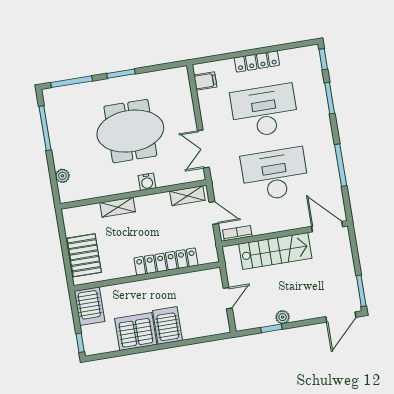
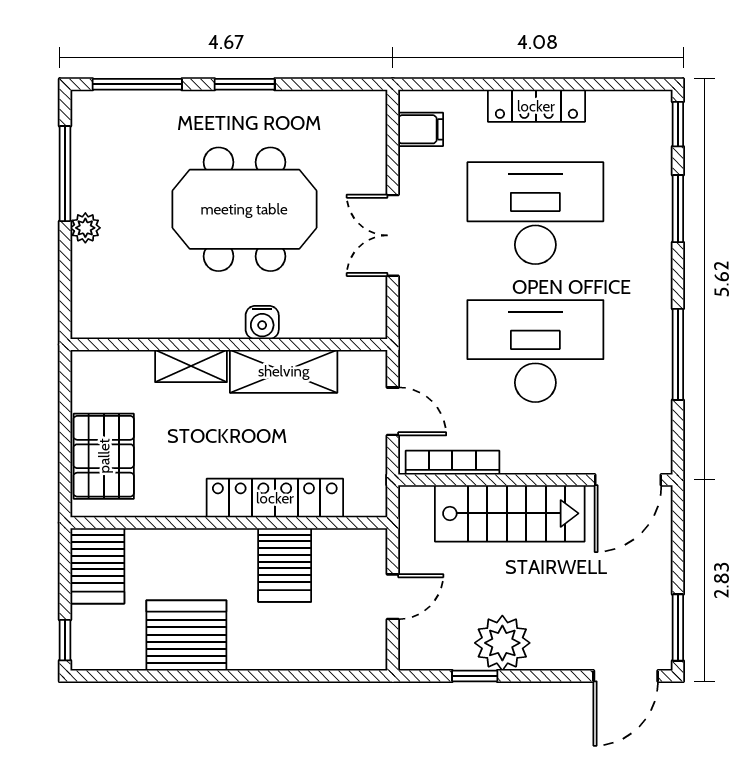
double door: (203, 149) -> (393, 235), moved
plant: (62, 176) -> (85, 228), moved
shelving: (187, 196) -> (284, 371), moved, width x1.50, depth x1.33
door: (327, 227) -> (628, 480), swing flipped
bookcase: (237, 233) -> (452, 463), width x1.56
plant: (283, 317) -> (502, 643), width x1.88, depth x1.88
server rack: (167, 325) -> (285, 565), moved, turned 180

